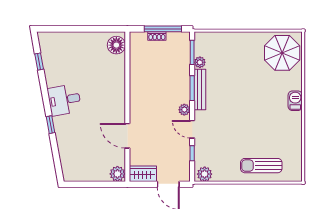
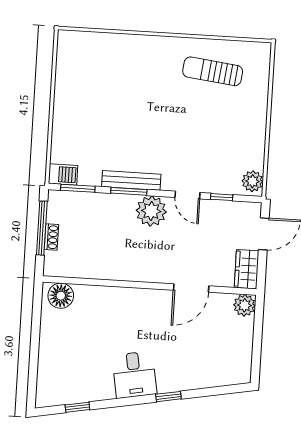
parasol: (282, 53) -> (86, 60), removed
plant: (200, 62) -> (93, 178), removed
barbecue: (295, 101) -> (63, 174), moved, turned 180
plant: (184, 110) -> (151, 211), width x1.87, depth x1.87
door: (192, 129) -> (187, 195), hinge flipped
sun lounger: (261, 166) -> (213, 71), moved, turned 97

